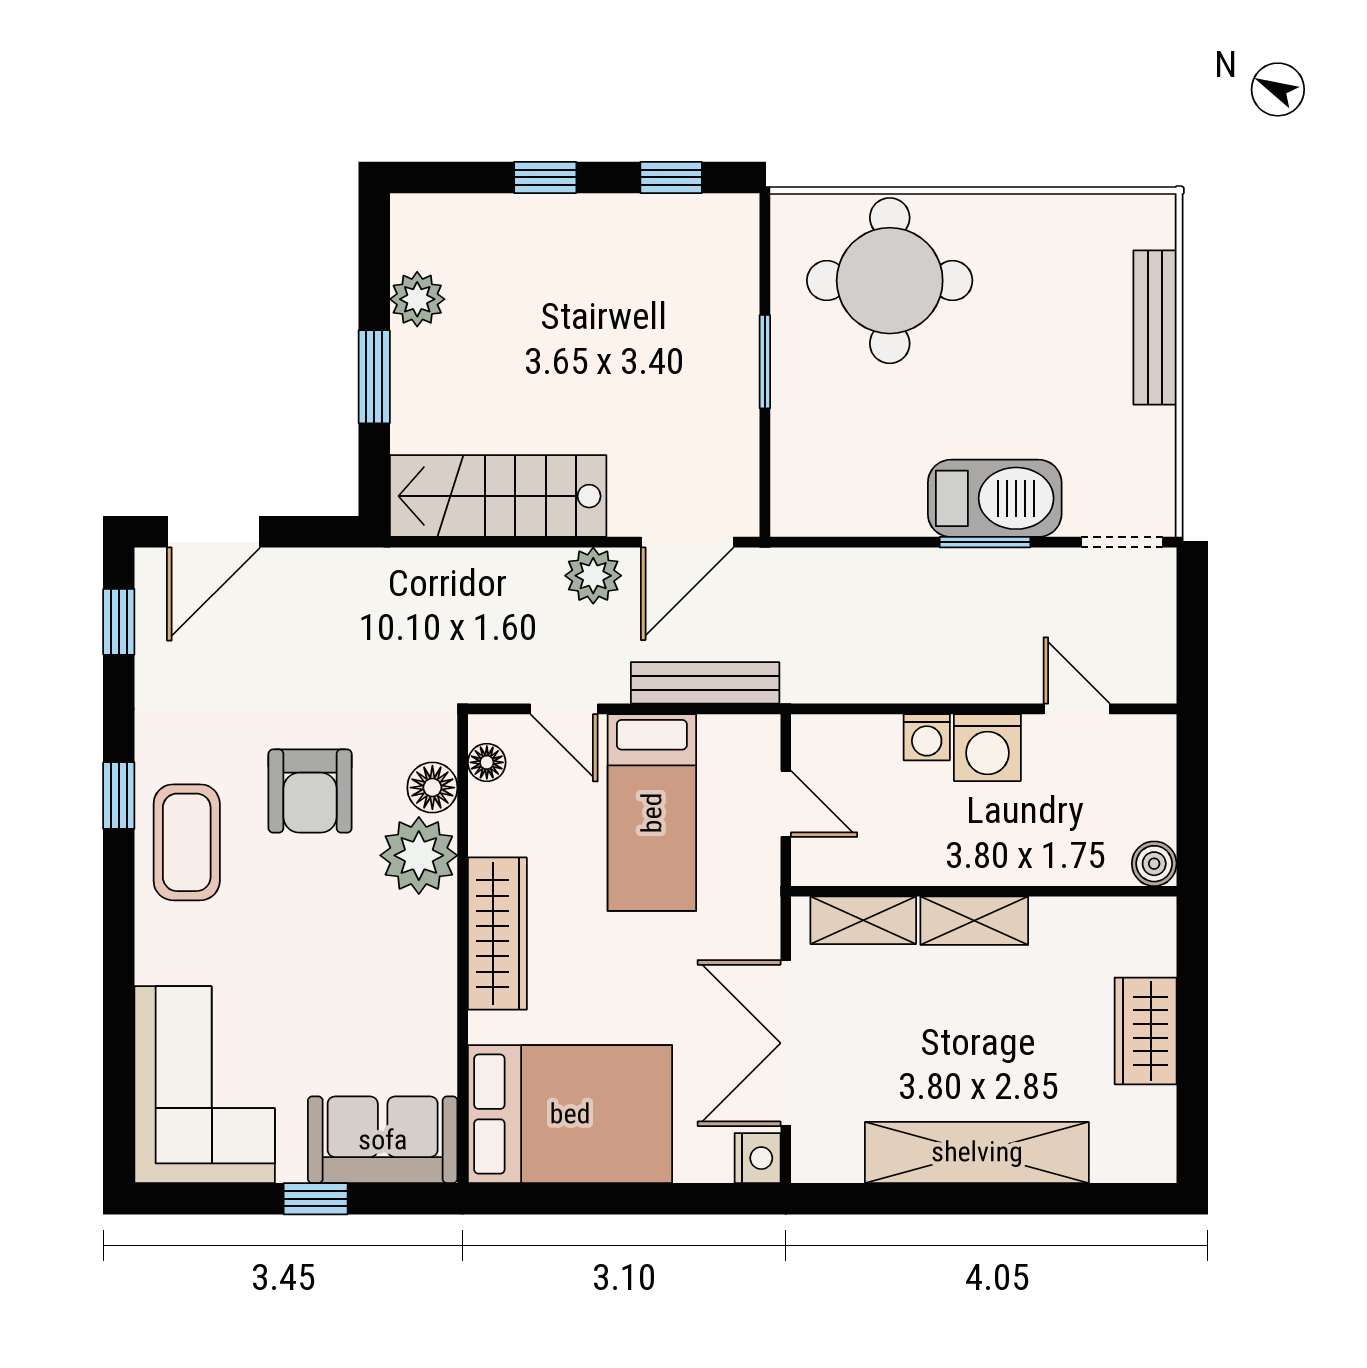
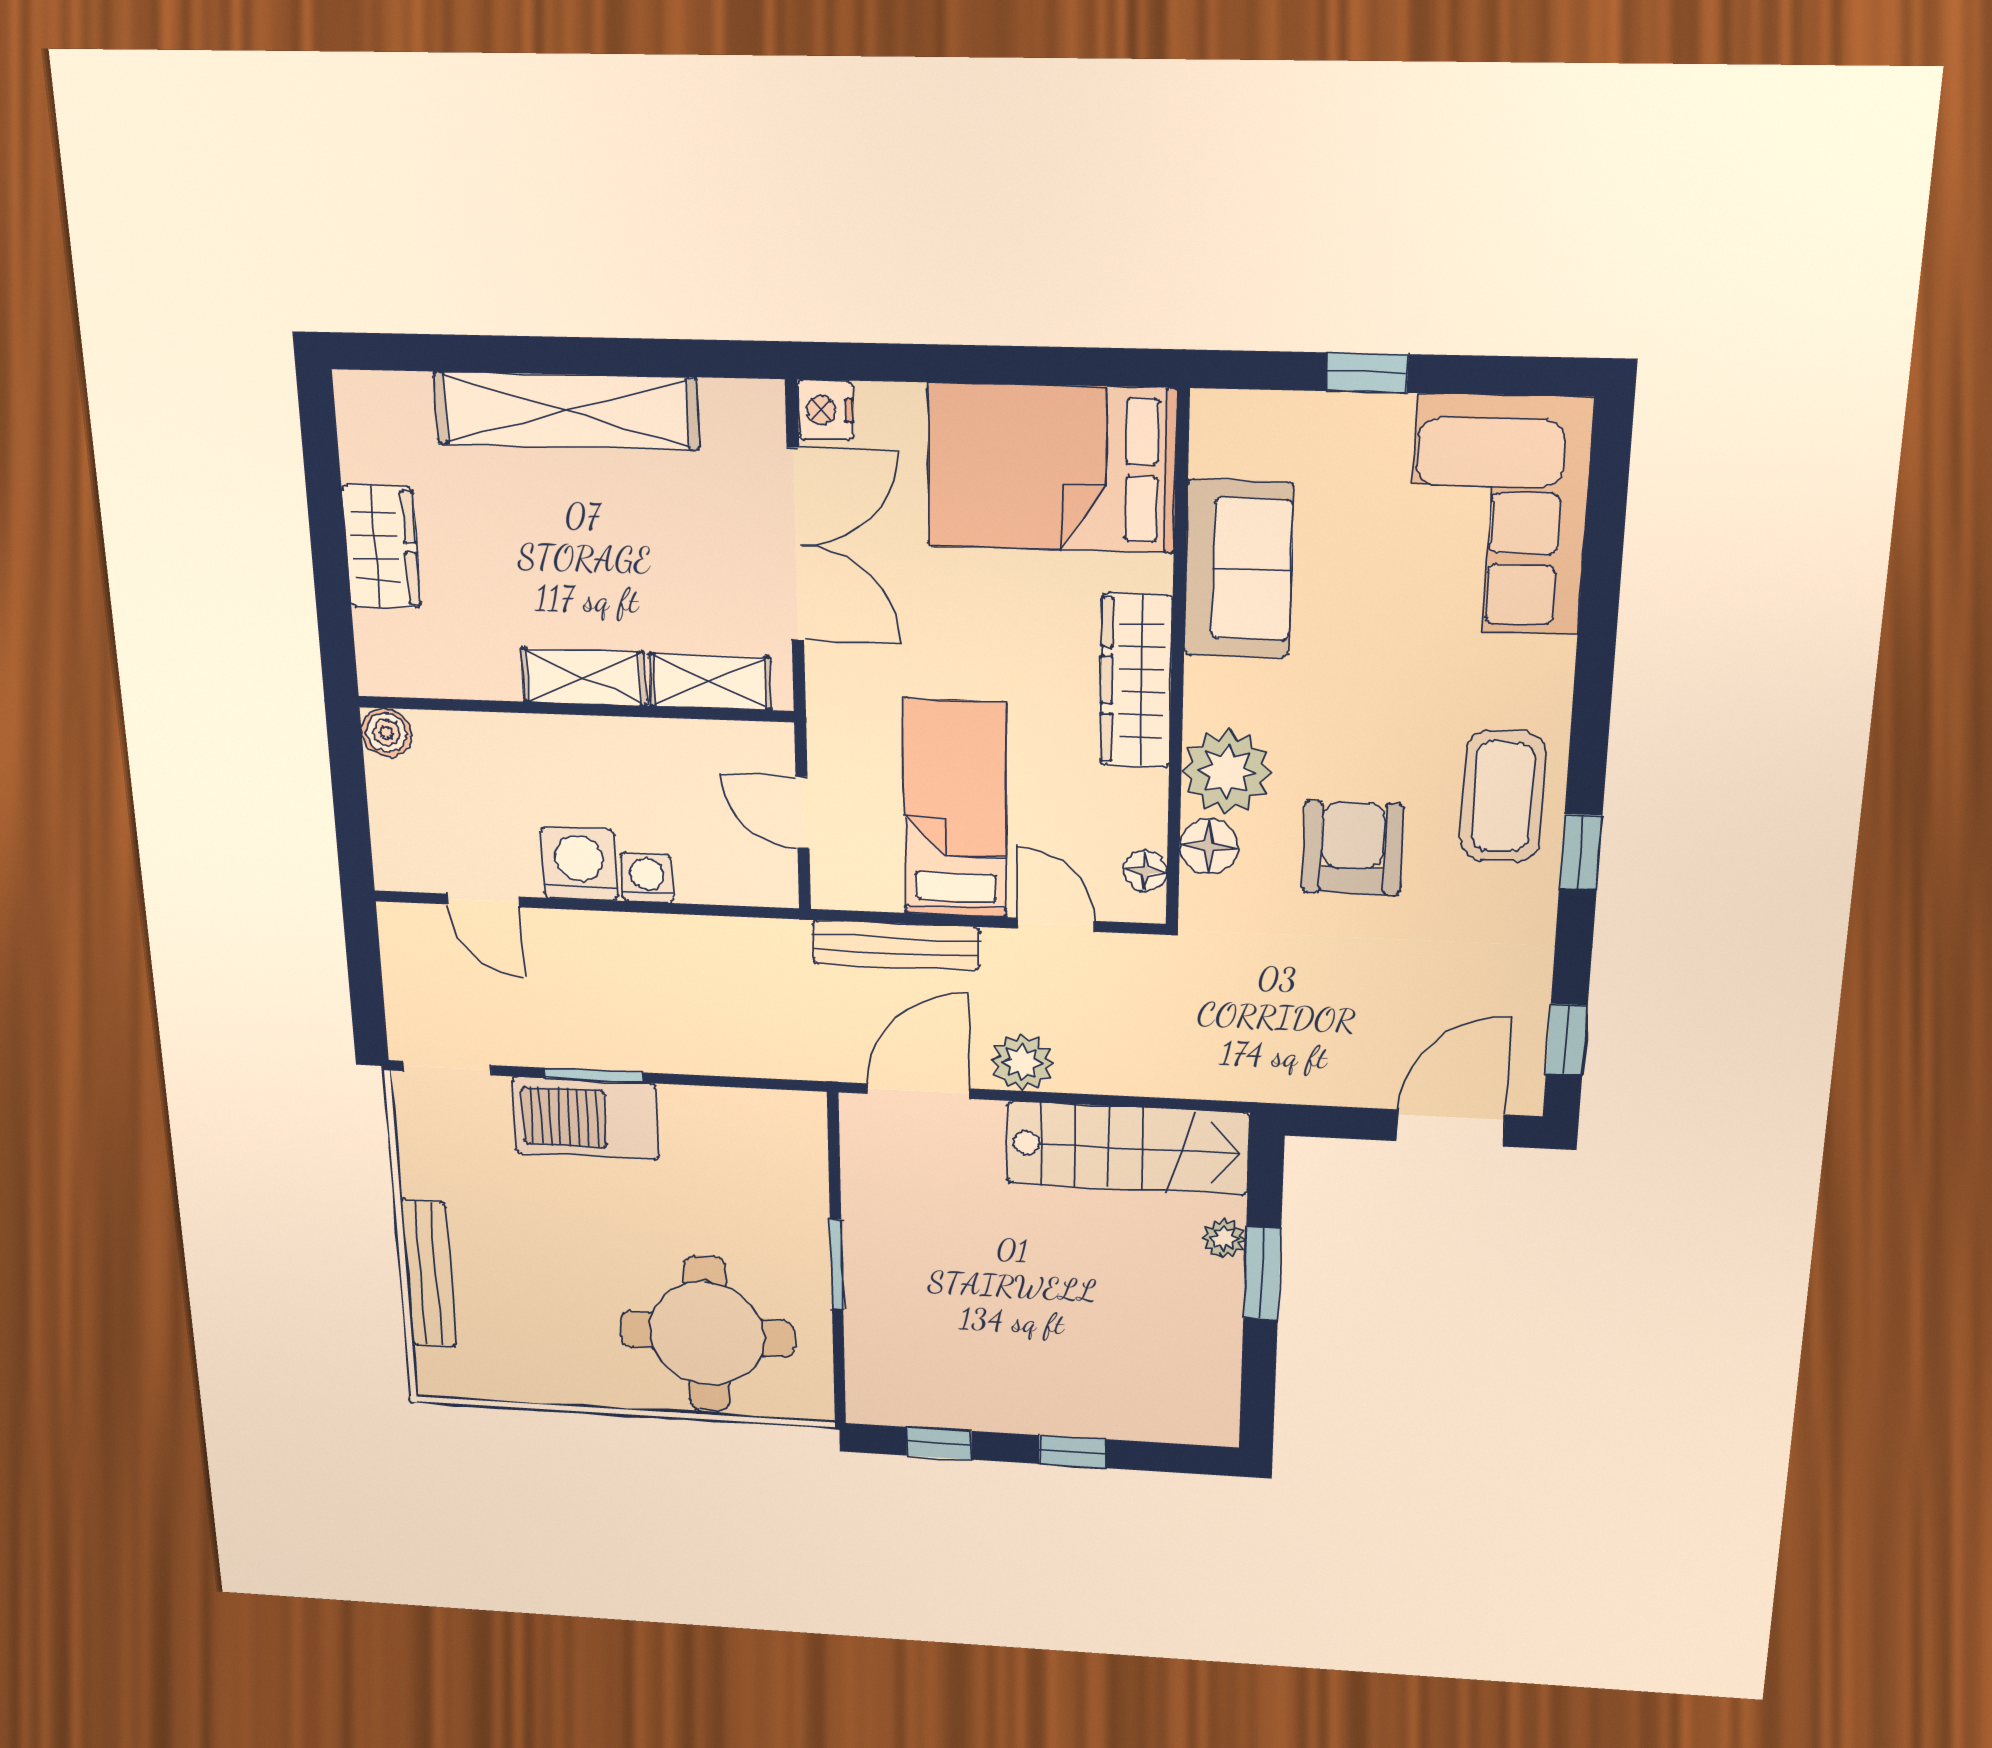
plant: (417, 299) -> (1224, 1239), moved, width x0.73, depth x0.73
sofa: (383, 1140) -> (1238, 569), moved, turned -90

